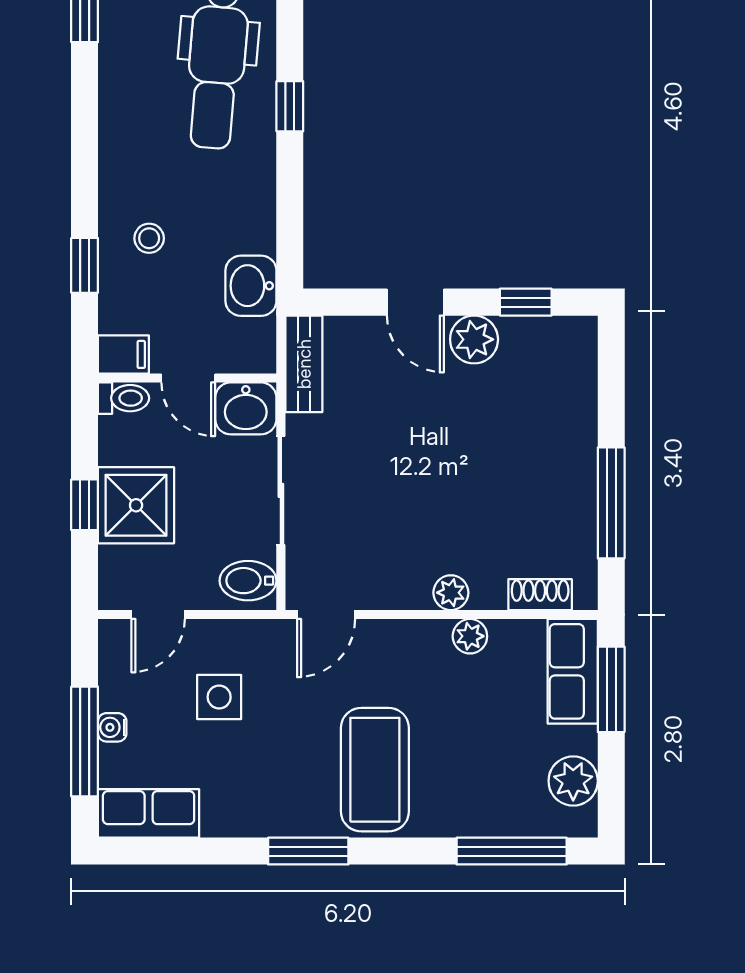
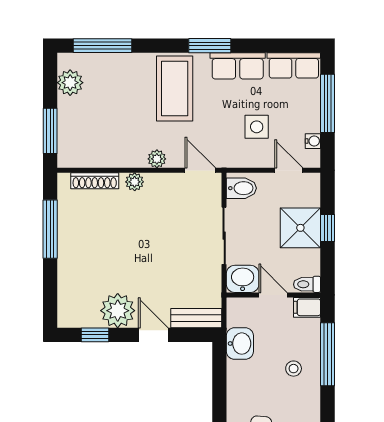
window: (85, 265) -> (328, 354), width x2.17
plant: (474, 339) -> (118, 311), width x1.36, depth x1.36
bench: (304, 364) -> (196, 318), moved, turned 90
shoe rack: (540, 595) -> (95, 181), width x1.43
door: (158, 615) -> (289, 170), hinge flipped
door: (326, 615) -> (200, 170), hinge flipped
plant: (470, 636) -> (157, 159), moved
row of seats: (573, 671) -> (238, 66), moved, turned 90
water cooler: (112, 727) -> (313, 141), moved

